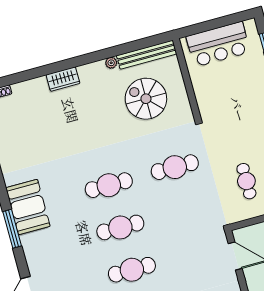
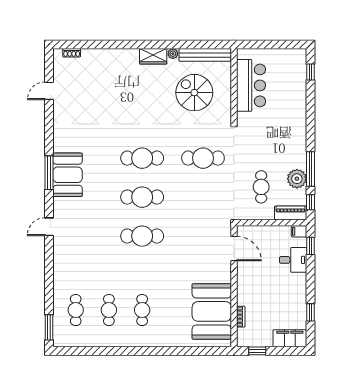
bar counter: (218, 44) -> (251, 85), moved, turned -90
wardrobe: (63, 79) -> (153, 56), moved
booth: (28, 207) -> (68, 175), moved

